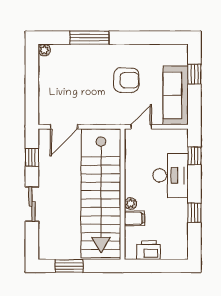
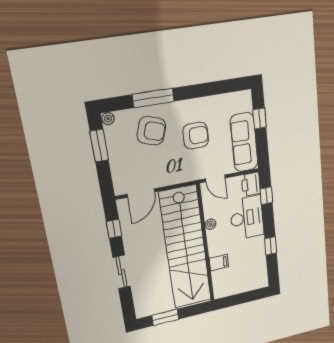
armchair: (83, 68) -> (151, 131), added
window: (32, 74) -> (99, 146), added
door: (141, 127) -> (215, 178), swing flipped
plant: (130, 204) -> (211, 224), moved
printer: (149, 250) -> (251, 184), moved, turned -90

